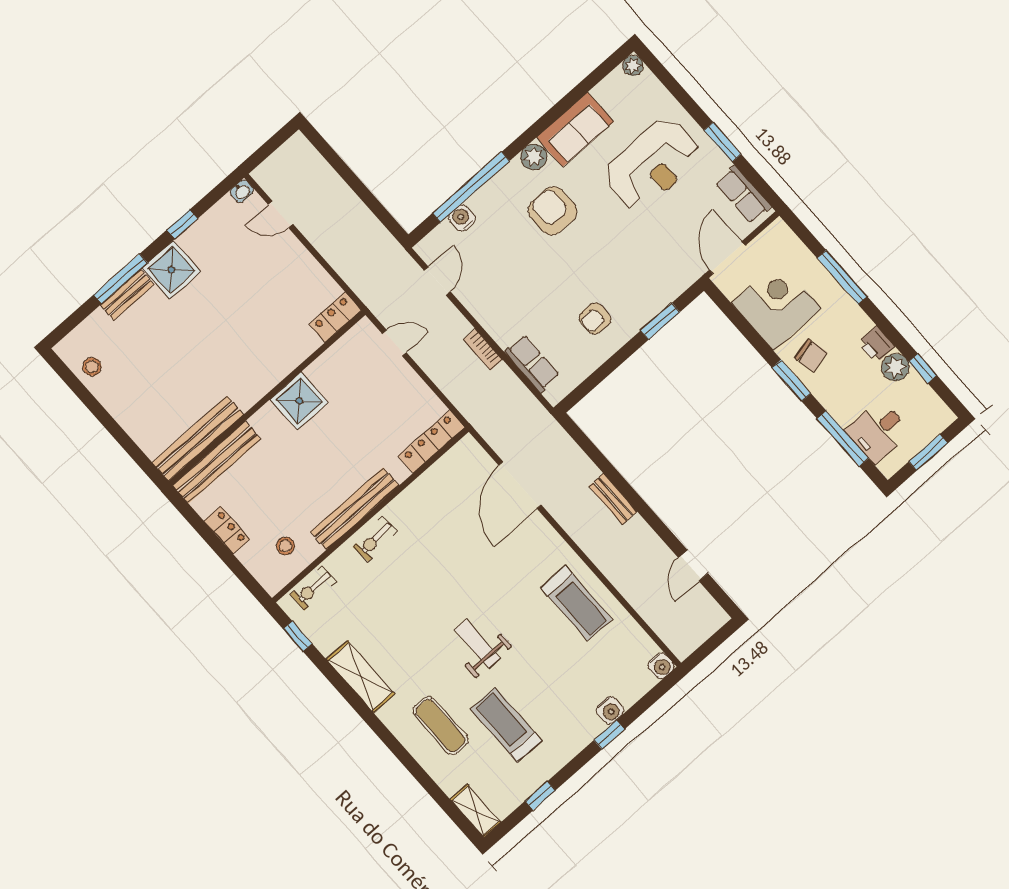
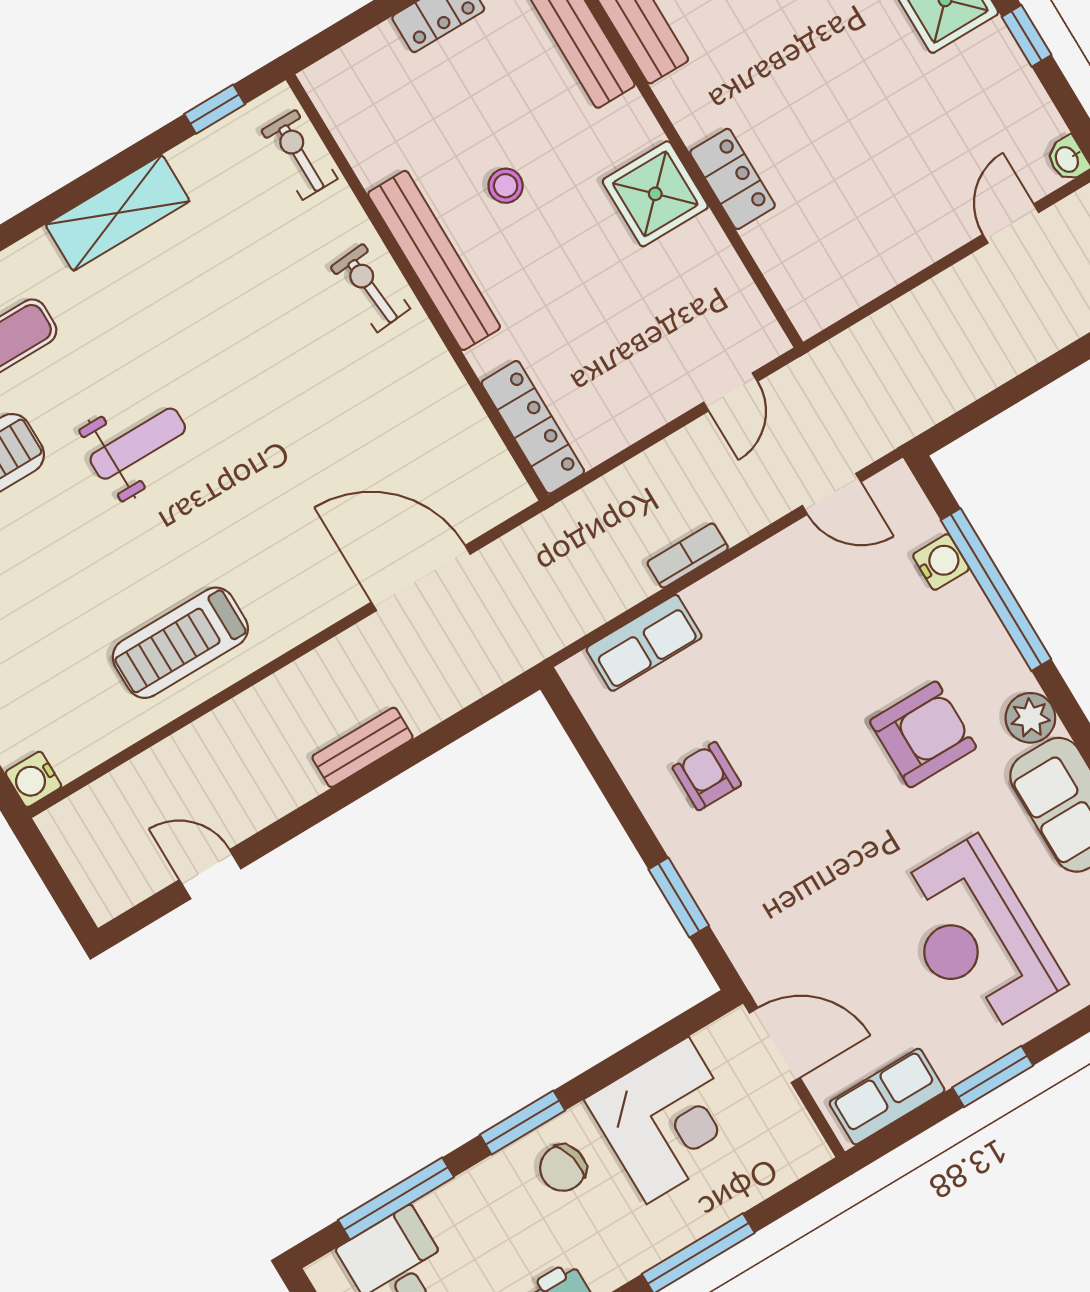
locker: (335, 317) -> (732, 179), moved
stool: (286, 546) -> (506, 186), moved

